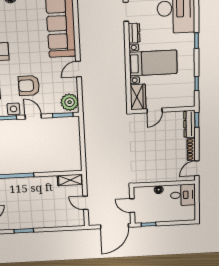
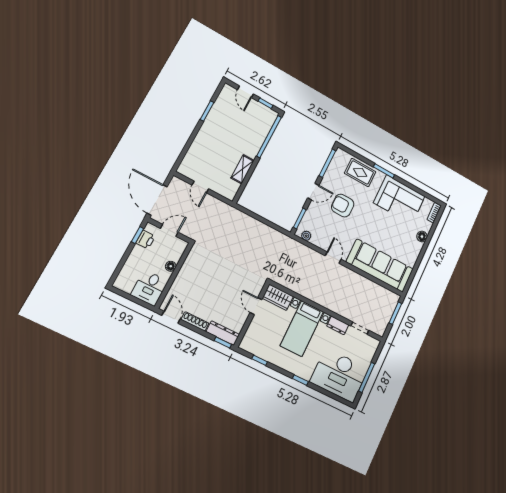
armchair: (29, 86) -> (343, 206), turned -90
plant: (70, 102) -> (306, 236), width x0.53, depth x0.53
side table: (14, 109) -> (330, 179), removed
shelving: (70, 180) -> (243, 169), moved
door: (86, 203) -> (200, 187), swing flipped
printer: (149, 217) -> (145, 239), added

